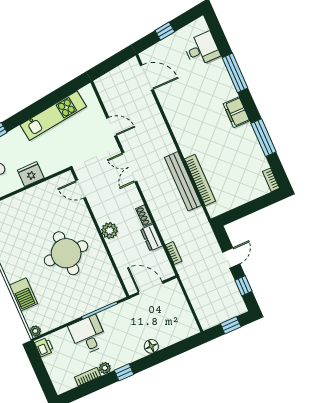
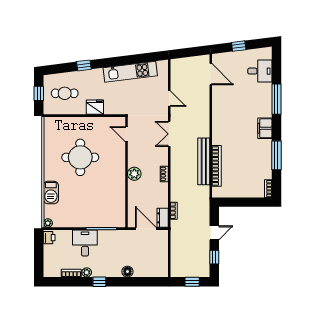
dresser: (151, 238) -> (163, 218), moved
round table: (66, 253) -> (80, 157), moved

